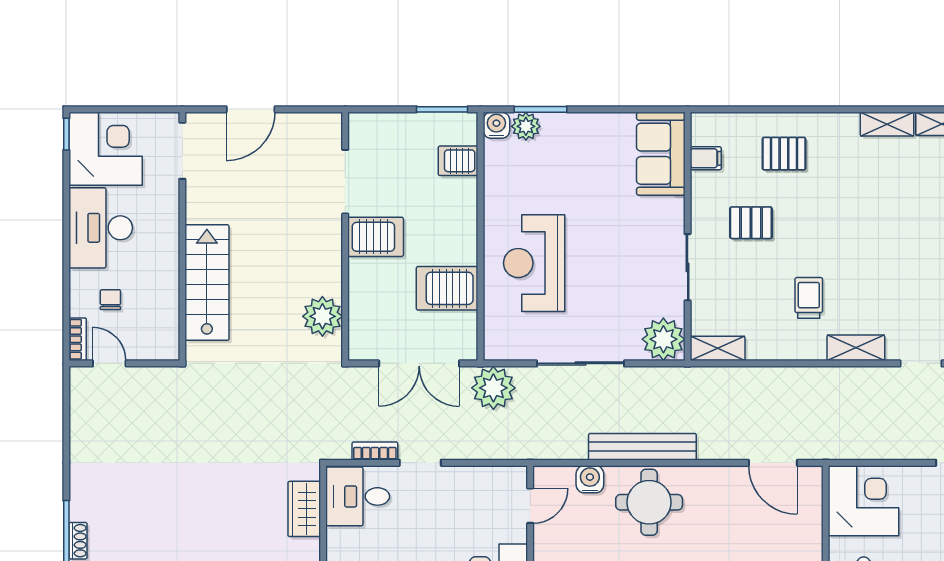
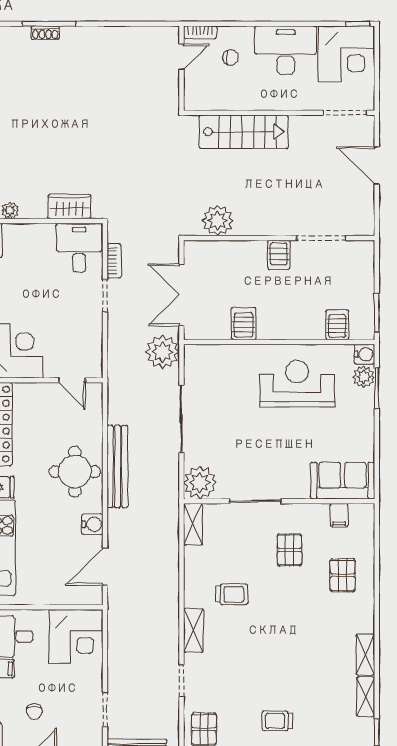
server rack: (376, 237) -> (279, 255), width x0.73, depth x0.70
reception desk: (534, 263) -> (297, 384), moved
server rack: (447, 288) -> (244, 324), width x0.73, depth x0.70
water cooler: (590, 479) -> (92, 524), moved

